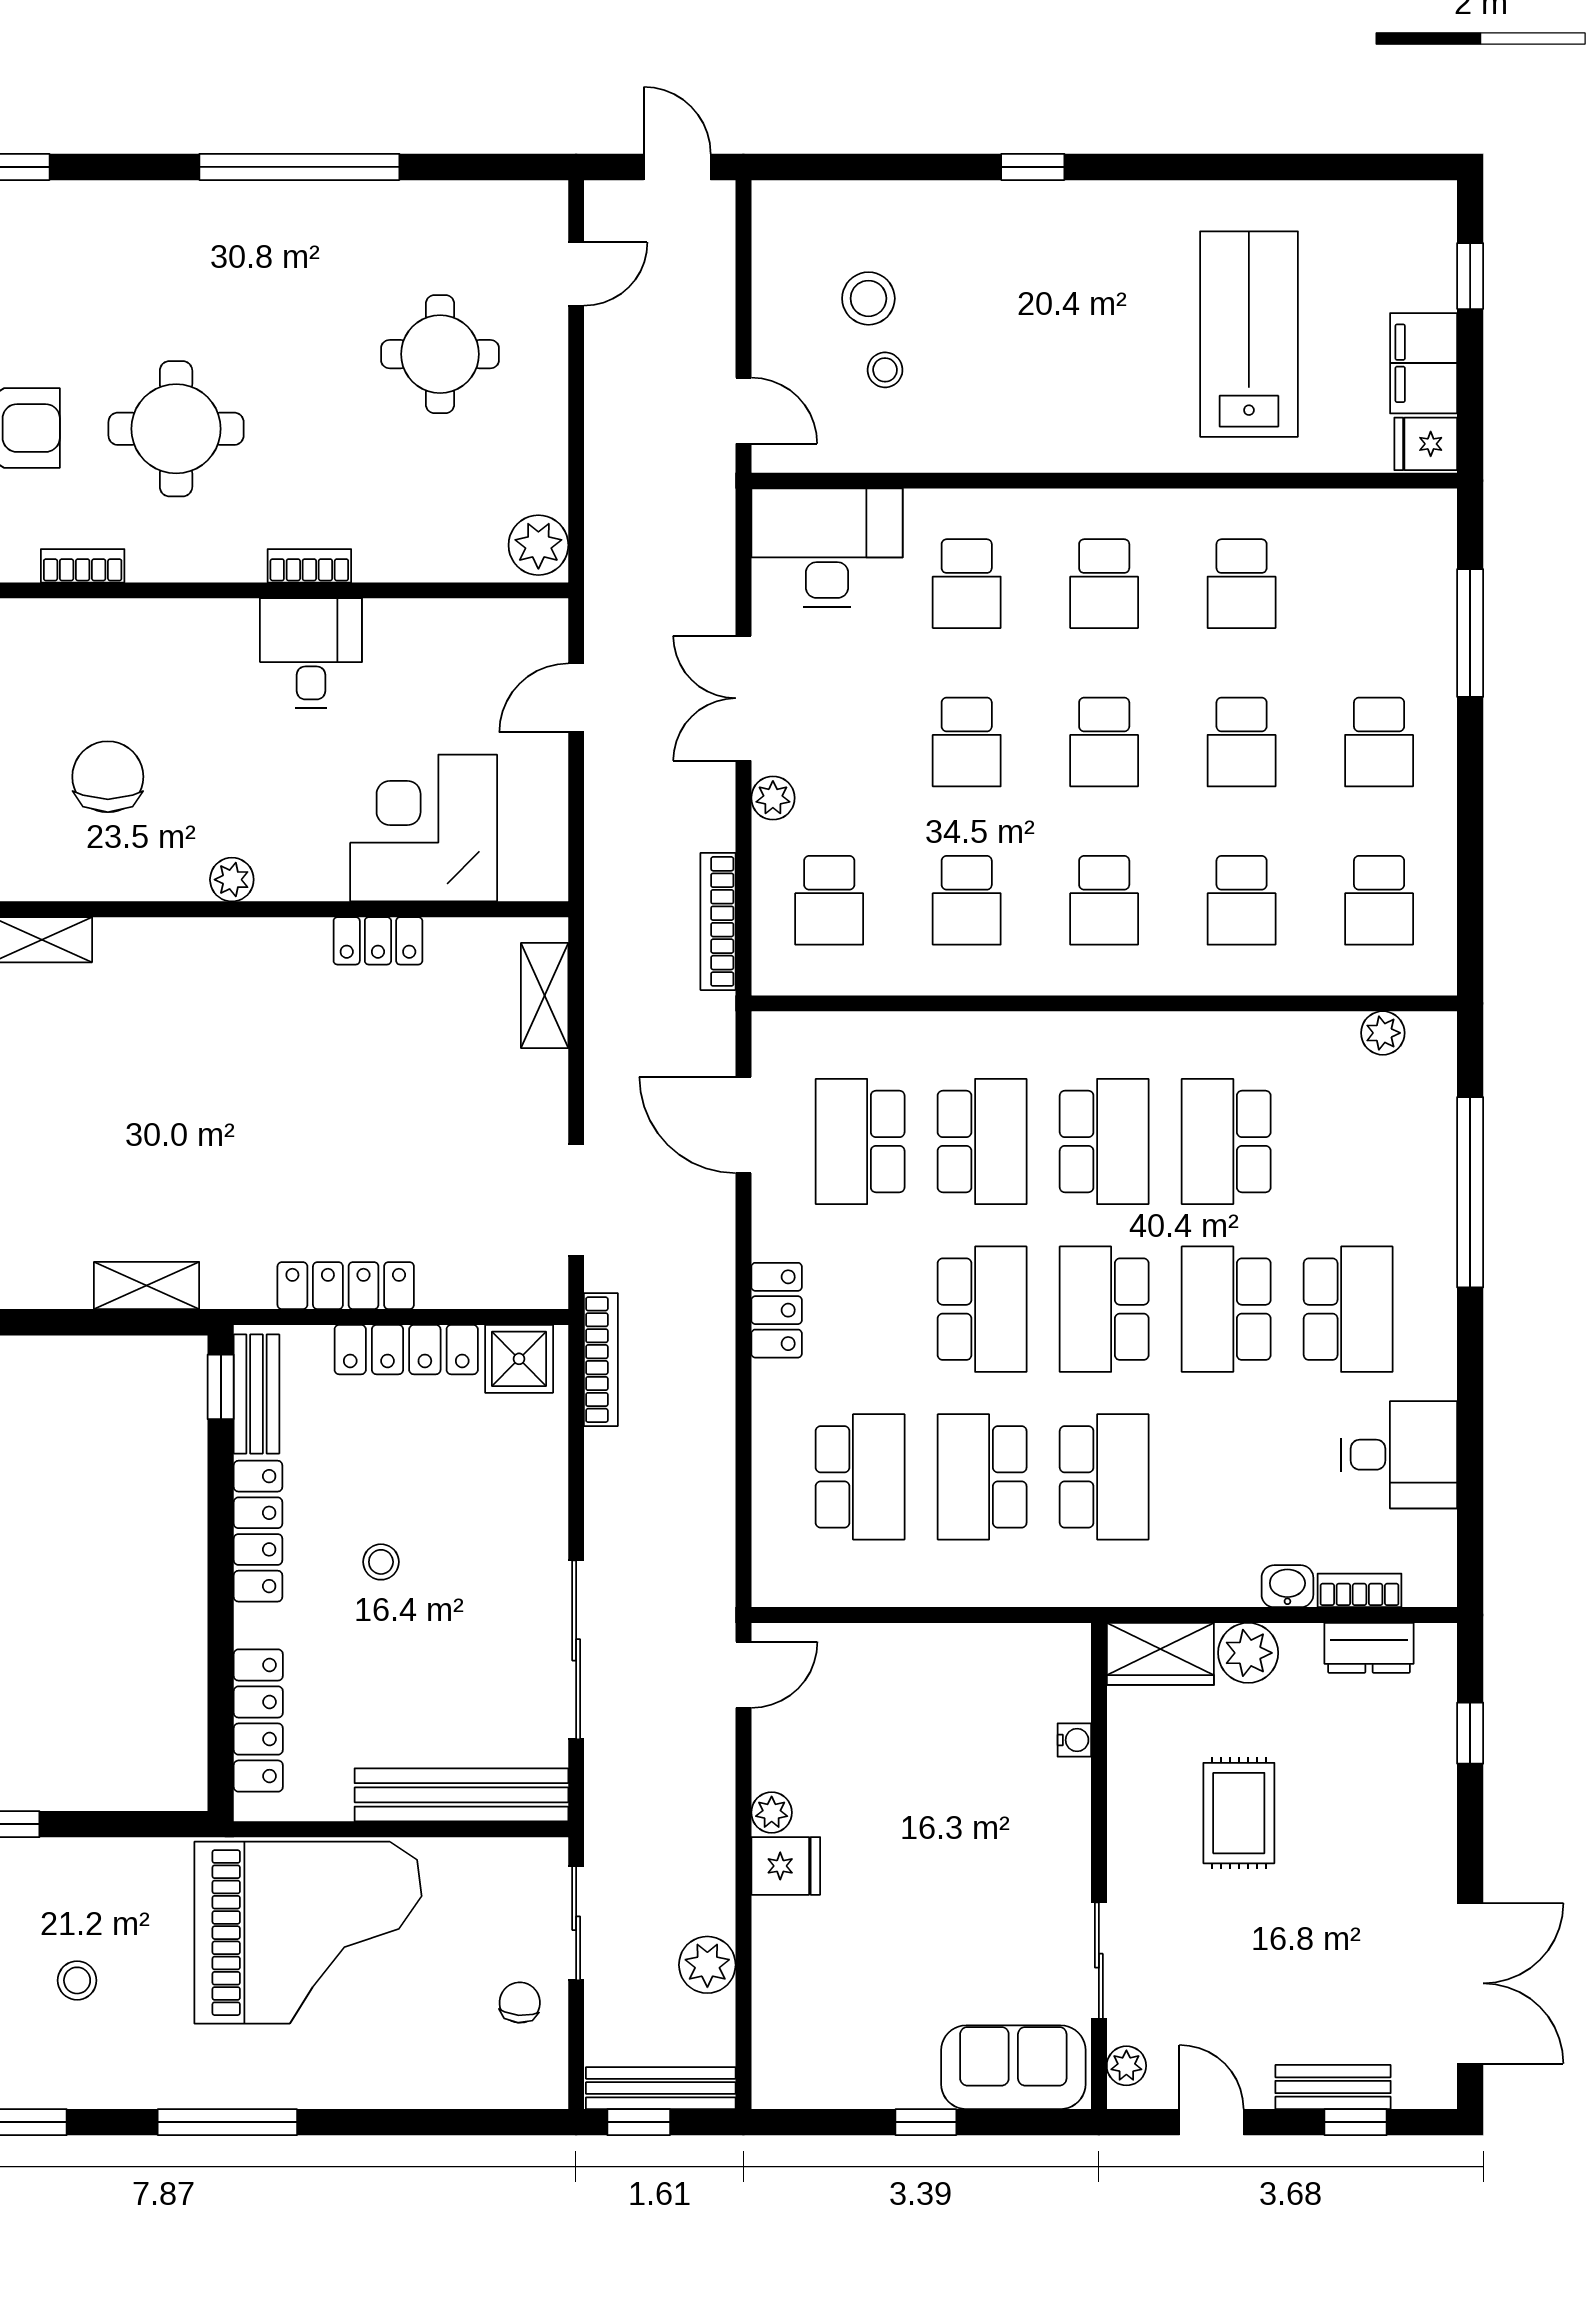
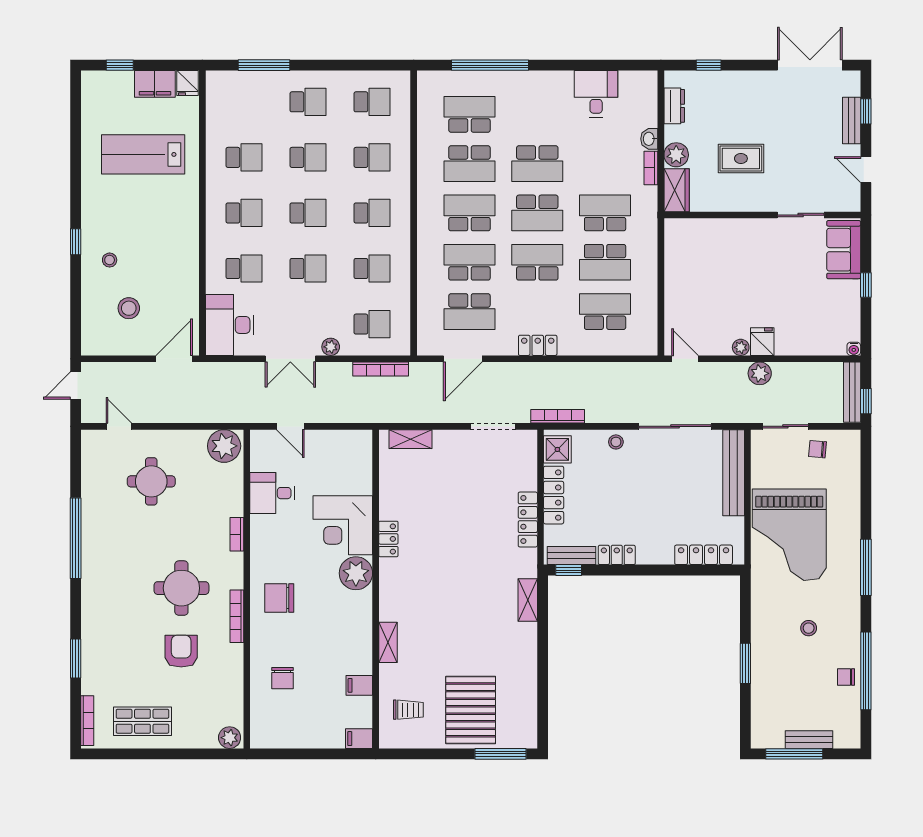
stool: (885, 370) -> (110, 260), moved
door: (743, 411) -> (174, 359), width x1.38
plant: (538, 545) -> (224, 446), width x1.36, depth x1.36
bookcase: (83, 566) -> (237, 616), width x1.56
desk: (311, 653) -> (272, 493), moved
chair: (108, 777) -> (279, 598), moved
corner desk: (424, 828) -> (343, 525), moved
plant: (232, 880) -> (356, 573), width x1.88, depth x1.88
locker: (378, 941) -> (388, 539), moved
plant: (1383, 1033) -> (426, 100), removed
school desk: (1348, 1309) -> (469, 114), moved
locker: (258, 1531) -> (617, 555), width x0.66
stool: (381, 1562) -> (616, 442), moved
bookcase: (1359, 1590) -> (651, 168), moved
water cooler: (1074, 1740) -> (854, 349), moved, turned 180
grand piano: (308, 1933) -> (789, 535), turned 180
plant: (707, 1965) -> (760, 373), moved
plant: (1126, 2066) -> (843, 204), removed
door: (1212, 2122) -> (866, 170), hinge flipped

